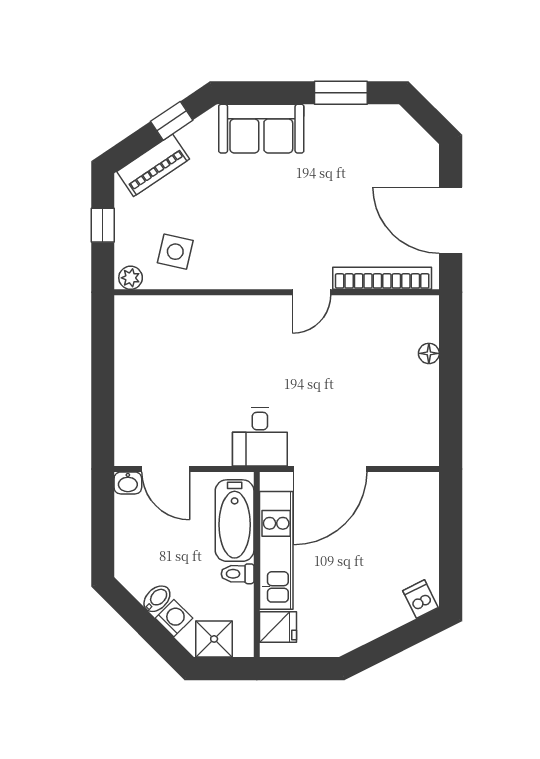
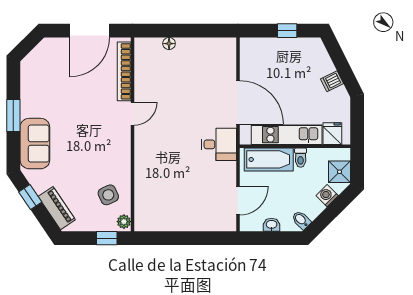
window: (341, 93) -> (13, 115), moved
window: (103, 225) -> (107, 238), moved
side table: (175, 252) -> (108, 195), turned -38
door: (311, 292) -> (133, 114), hinge flipped
washbasin: (128, 483) -> (272, 225), moved, turned -90
window: (451, 551) -> (287, 31), added
bidet: (157, 599) -> (301, 220), moved
dishwasher: (420, 599) -> (332, 81), moved

